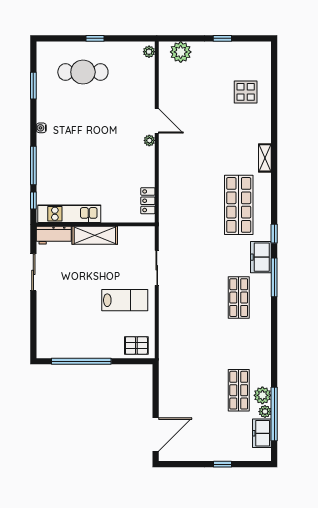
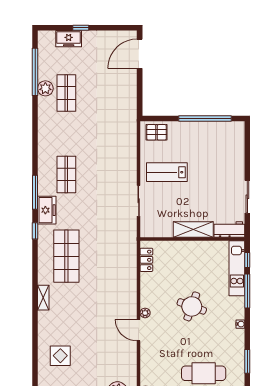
round table: (96, 148) -> (192, 306), added
kitchen unit: (69, 214) -> (237, 268), moved, turned 90
plant: (265, 412) -> (43, 74), removed
freezer: (262, 433) -> (69, 39), moved, turned 90

